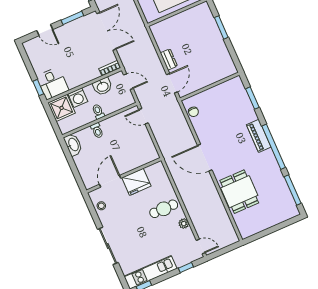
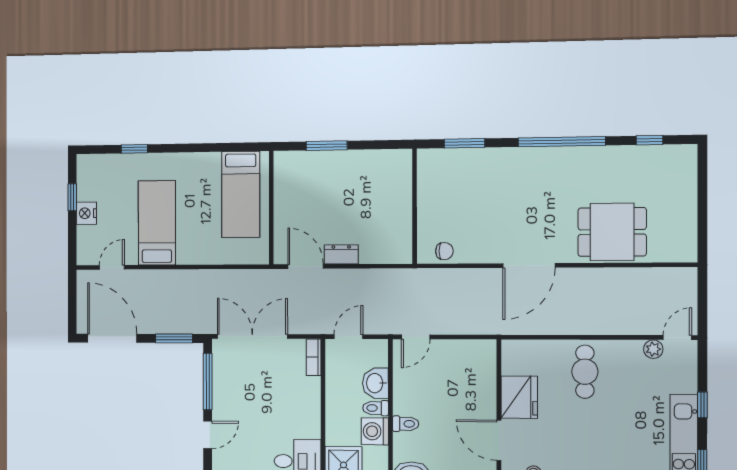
window: (72, 18) -> (208, 382), width x1.44
door: (172, 83) -> (306, 266), moved
washbasin: (103, 86) -> (375, 383), moved, turned 180
washing machine: (78, 98) -> (375, 431), moved, turned 180
piano: (259, 136) -> (532, 159), removed
window: (293, 190) -> (650, 140), width x0.46
plant: (184, 224) -> (653, 349), moved
window: (186, 267) -> (702, 405), moved

